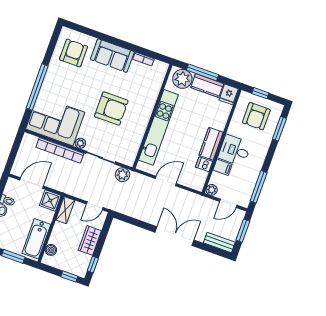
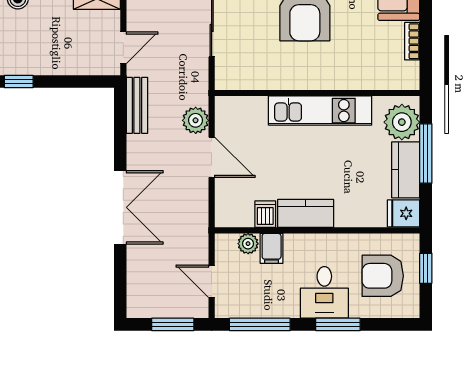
kitchen unit: (158, 127) -> (320, 111), width x0.73
window: (279, 129) -> (338, 324), moved
desk: (235, 150) -> (324, 292), moved, turned 180
plant: (122, 175) -> (196, 120), moved
plant: (212, 190) -> (248, 244), moved
door: (95, 206) -> (123, 48), swing flipped
wardrobe: (90, 240) -> (59, 61), removed
bench: (219, 243) -> (137, 105), moved

